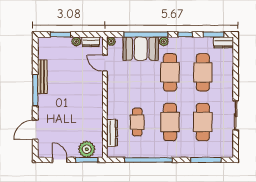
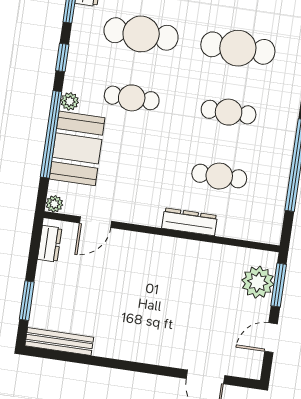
plant: (76, 42) -> (45, 272), removed
cafe table: (170, 72) -> (132, 98), width x0.73, depth x0.74
bench: (42, 77) -> (59, 342), moved
window: (35, 90) -> (128, 366), removed
cafe table: (170, 122) -> (229, 112), width x0.73, depth x0.74
dresser: (112, 133) -> (189, 222), moved

